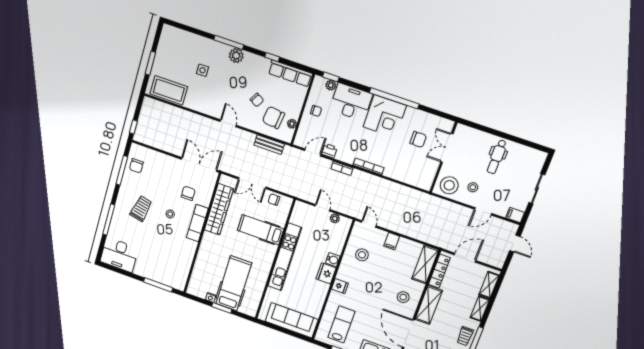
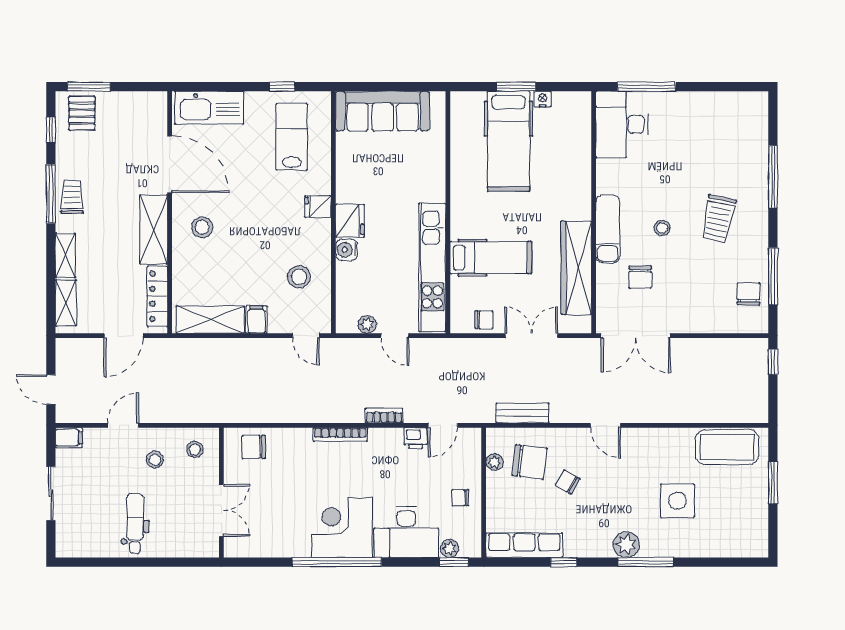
side table: (203, 70) -> (677, 501), width x1.87, depth x1.87
chair: (418, 139) -> (254, 447), moved
stool: (449, 185) -> (195, 449), width x0.53, depth x0.53
desk: (119, 255) -> (622, 124), moved, turned -90
kitchen unit: (285, 257) -> (432, 267), moved
shelving: (425, 264) -> (210, 320), moved, turned 90
lab bench: (341, 324) -> (292, 137), turned 180

